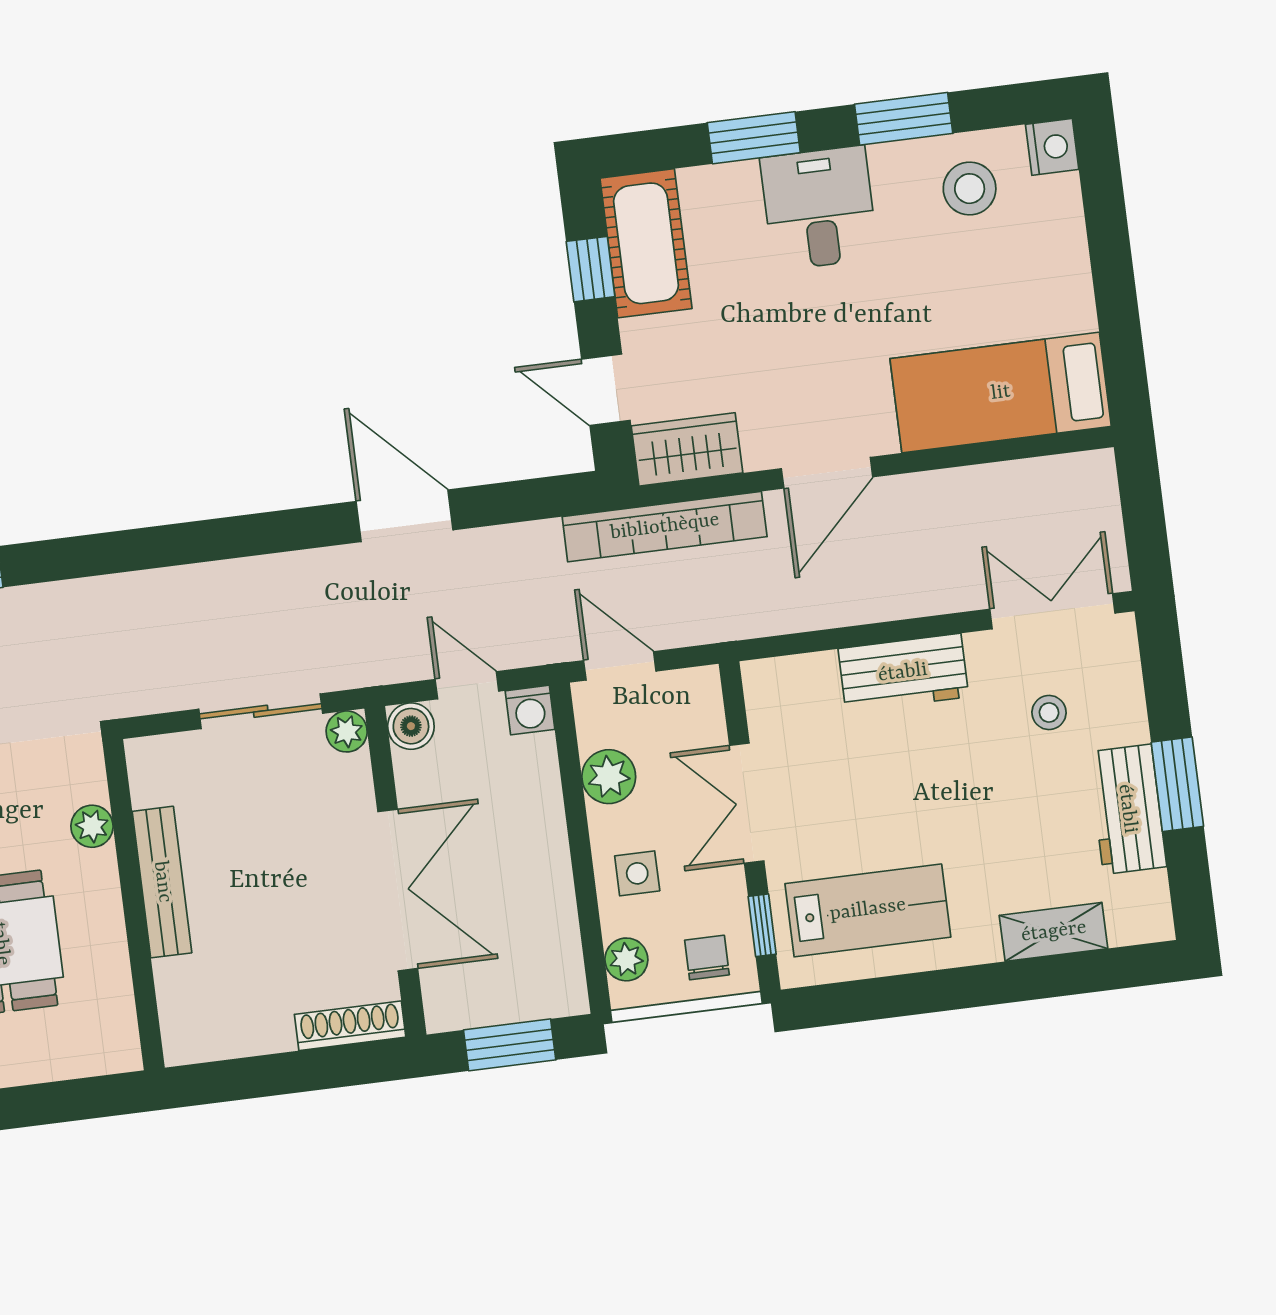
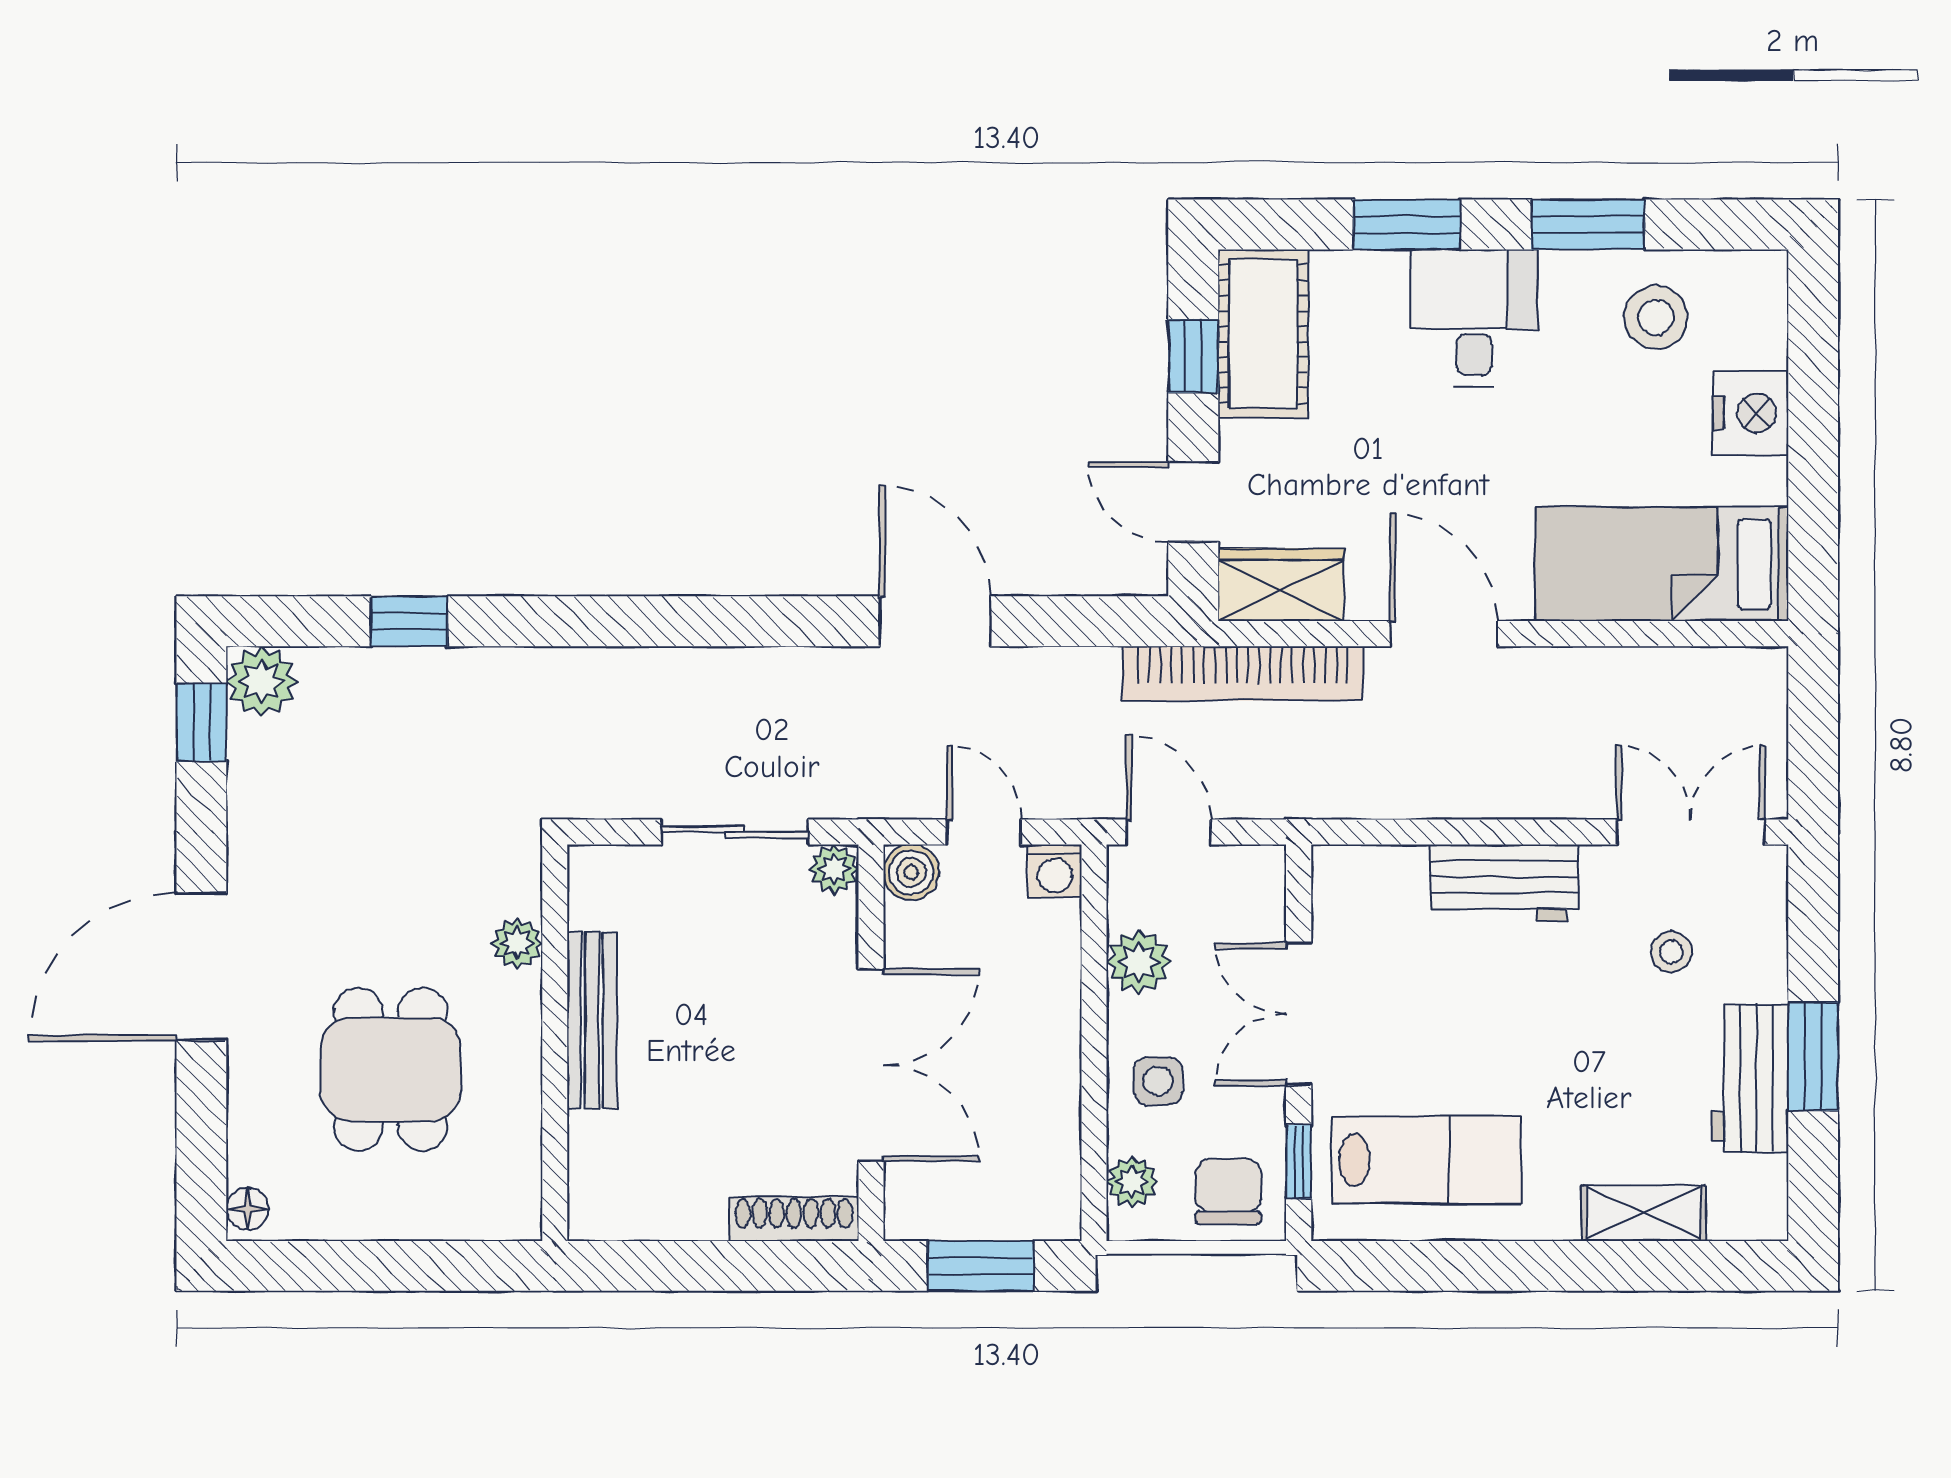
nightstand: (1052, 147) -> (1751, 413), moved, width x1.36, depth x1.33
door: (827, 473) -> (1444, 634), swing flipped
chair: (707, 957) -> (1228, 1192), width x1.37, depth x1.37

